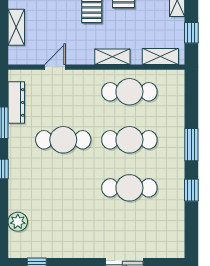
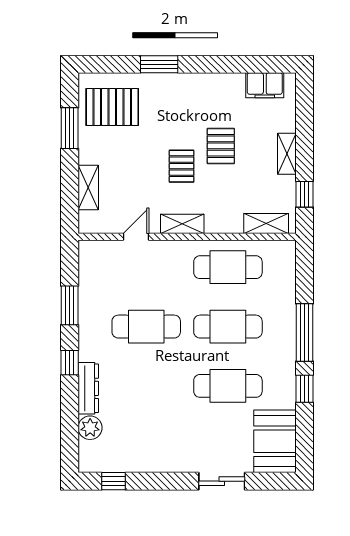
shelving: (112, 57) -> (182, 224), moved
dresser: (16, 102) -> (88, 388), moved
window: (191, 145) -> (305, 333), width x1.44
booth: (167, 233) -> (275, 441), added

